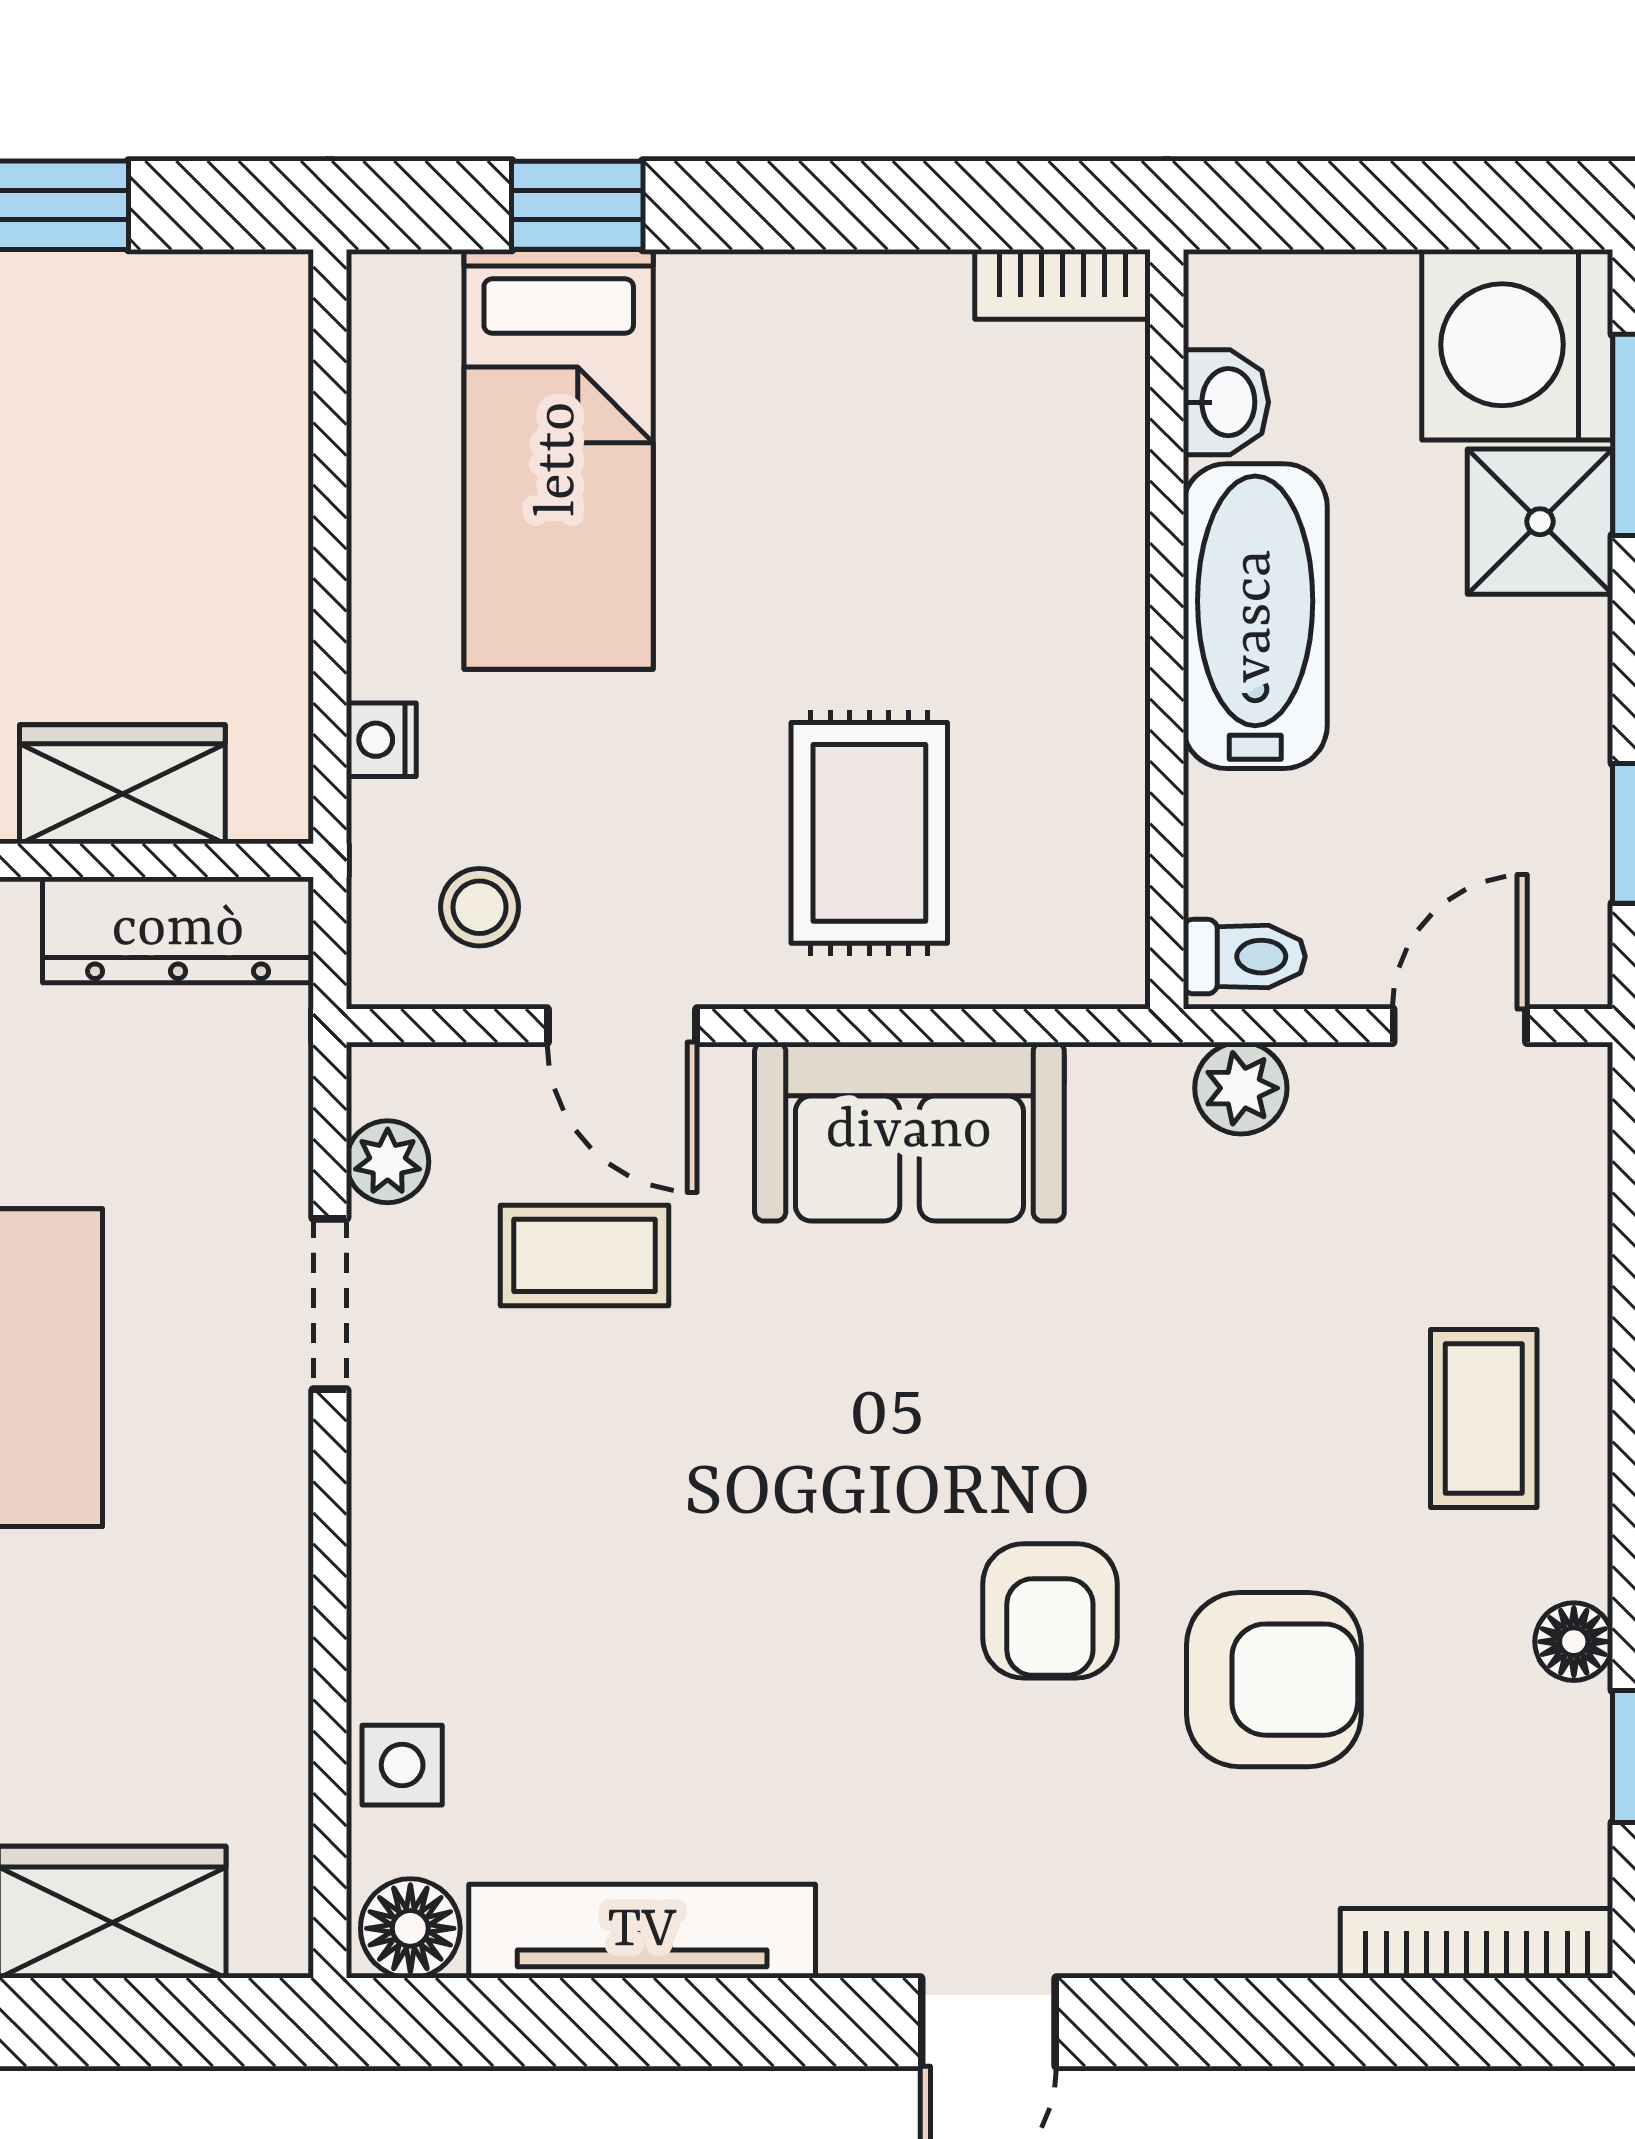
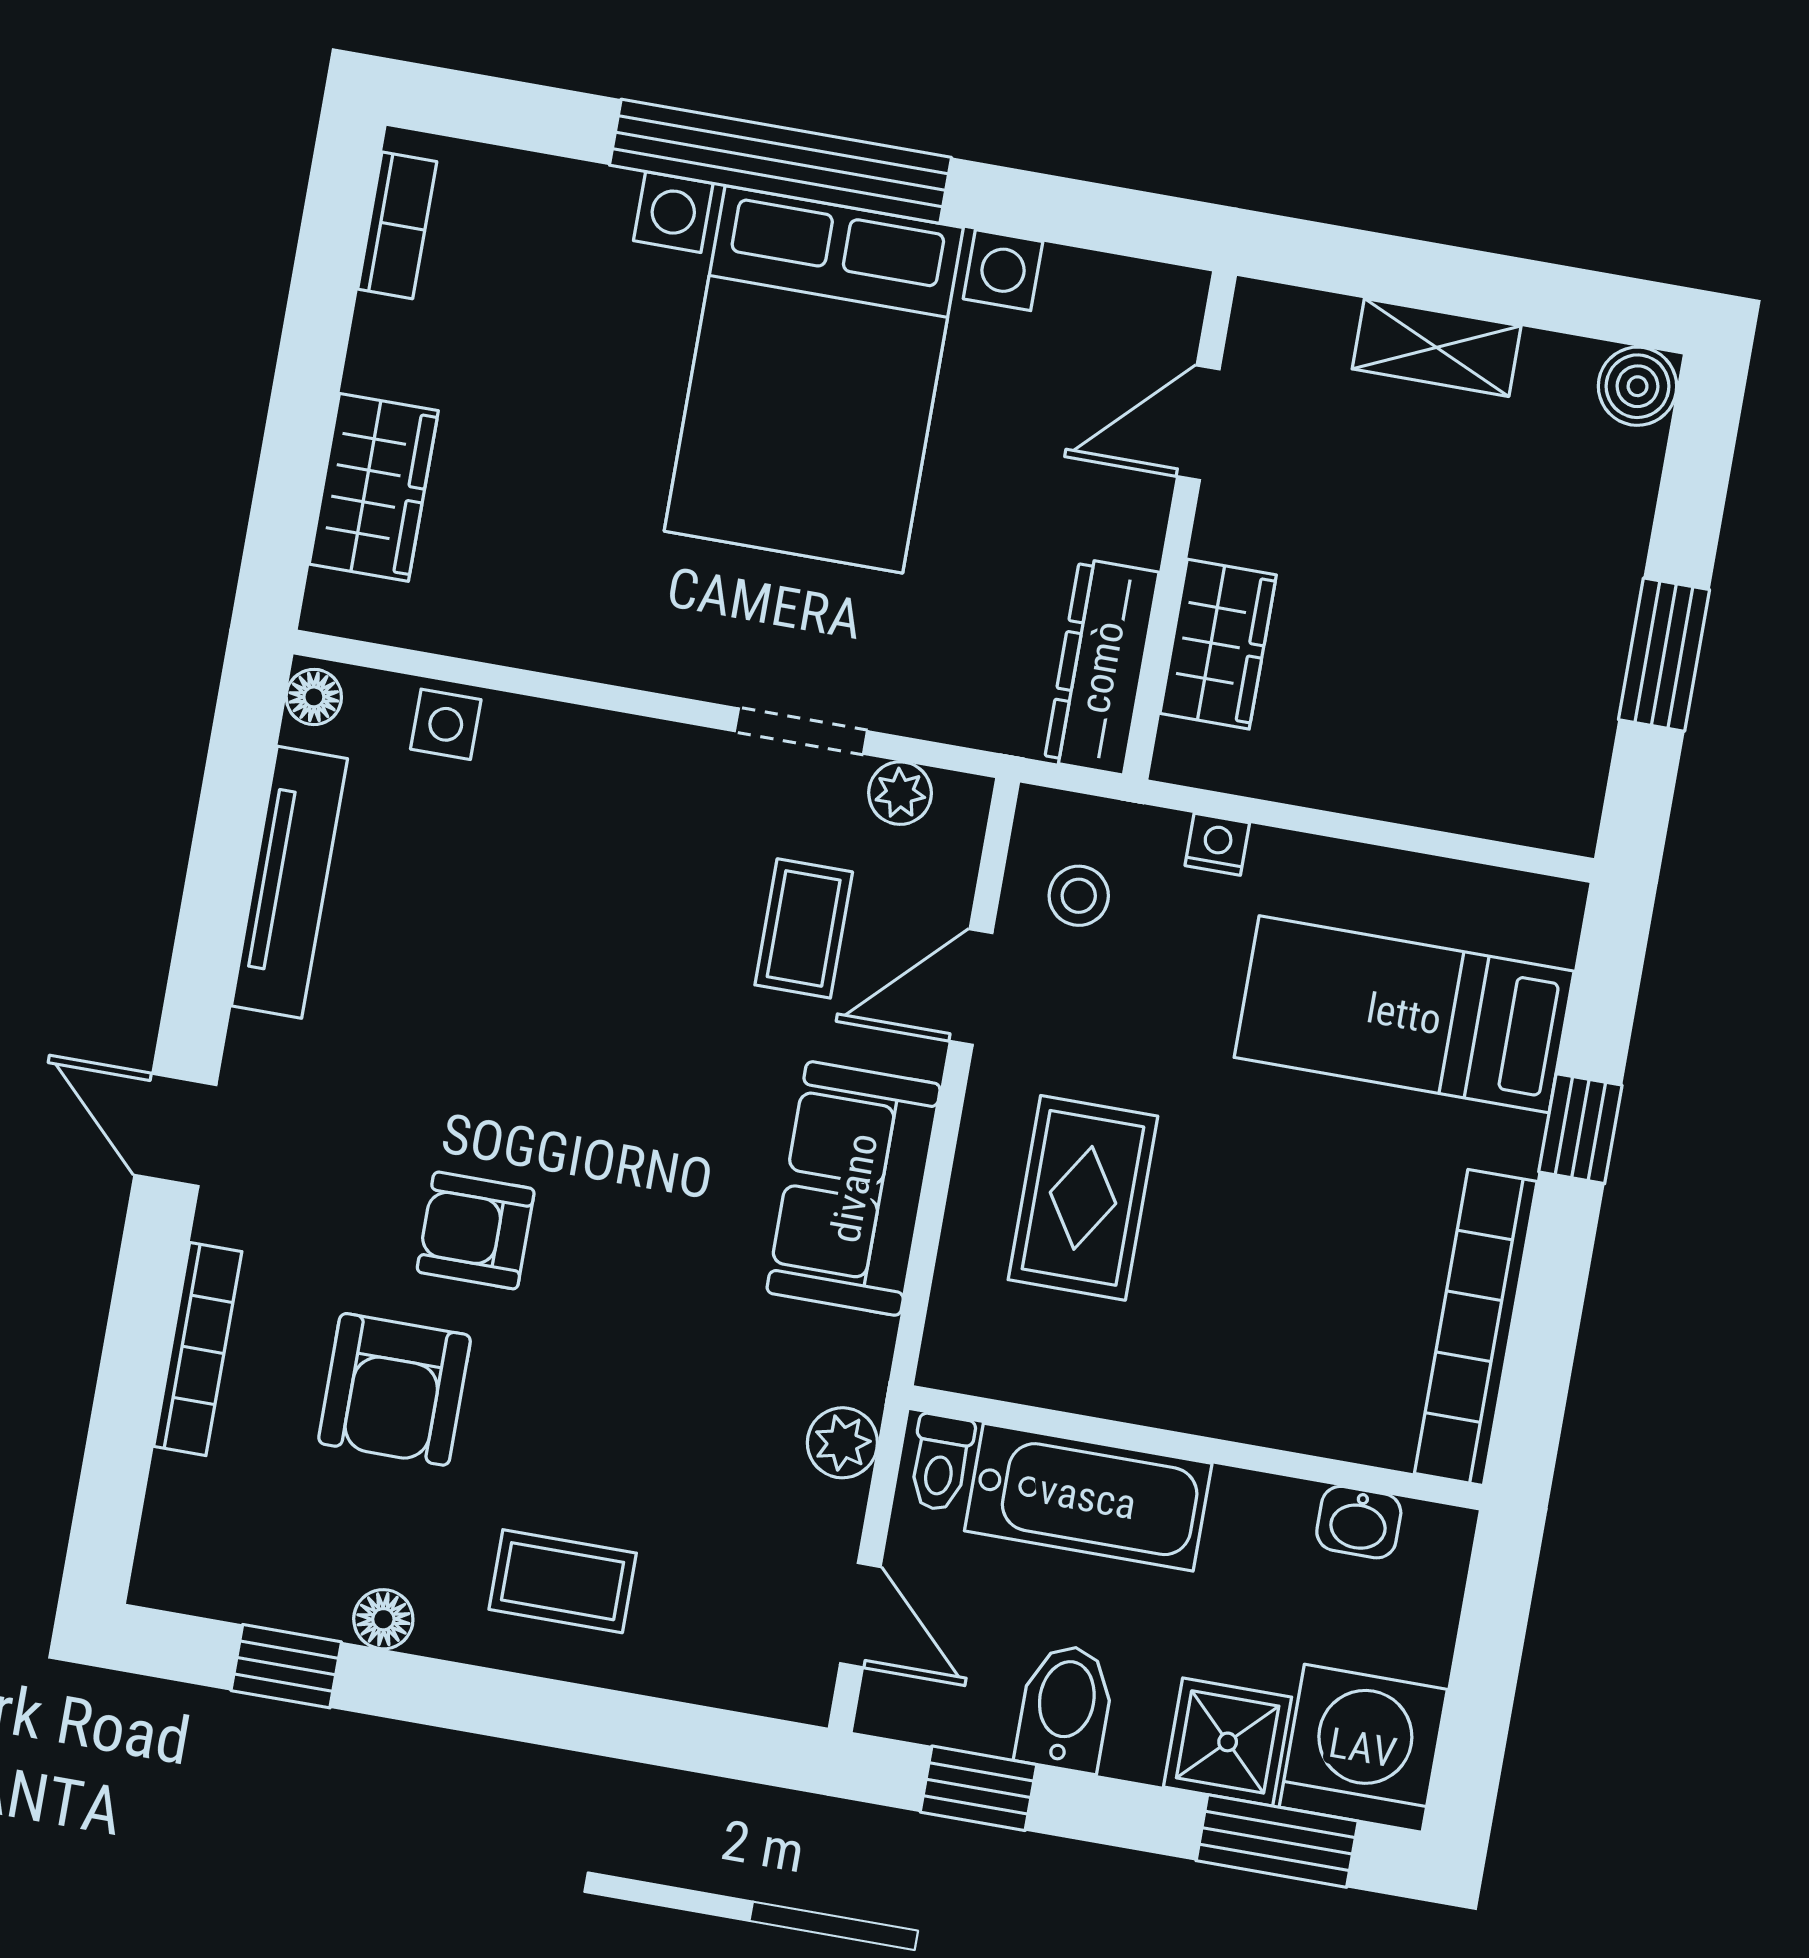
window: (577, 205) -> (1580, 1129), moved
bookcase: (1063, 284) -> (1476, 1327), width x2.31, depth x1.31
bathtub: (1255, 616) -> (1088, 1497), moved
bidet: (1533, 739) -> (1065, 1708), added
rug: (869, 833) -> (1083, 1198), turned 90
floor lamp: (410, 1928) -> (314, 697), width x0.73, depth x0.73
bookcase: (1477, 1943) -> (198, 1349), moved

